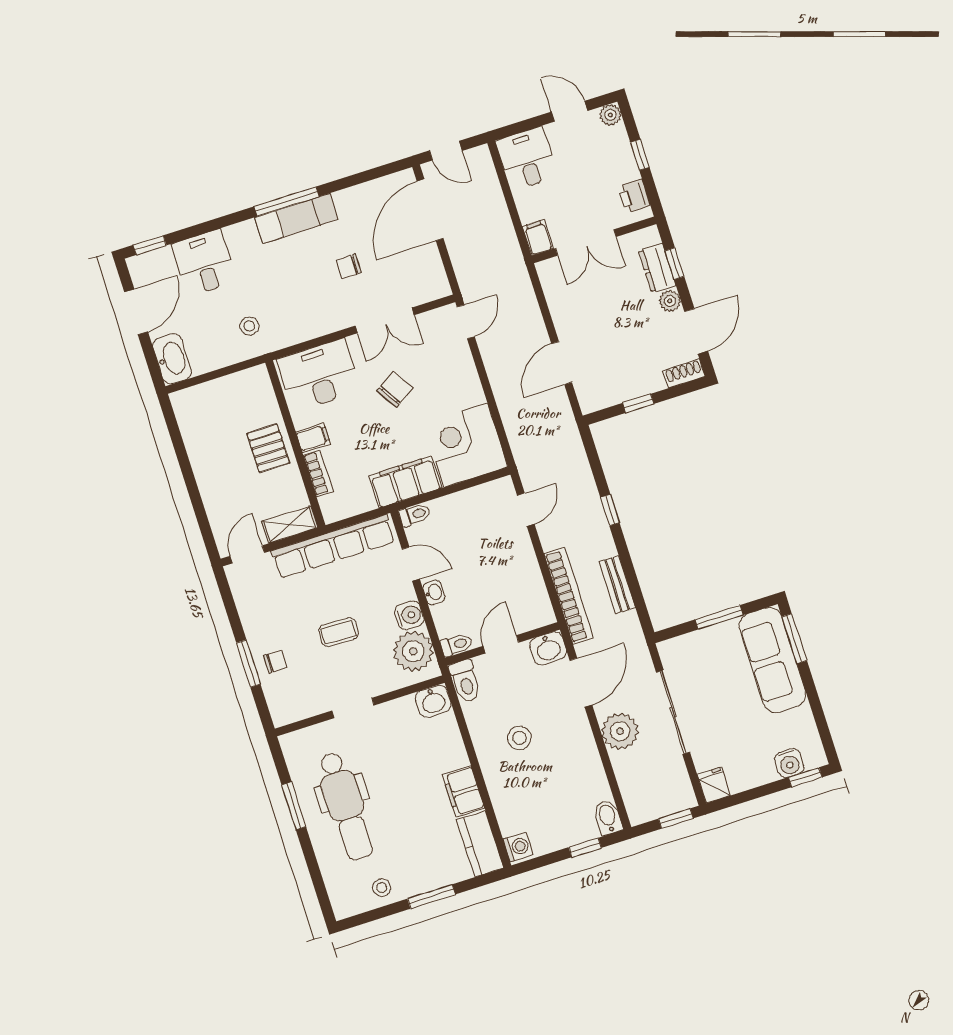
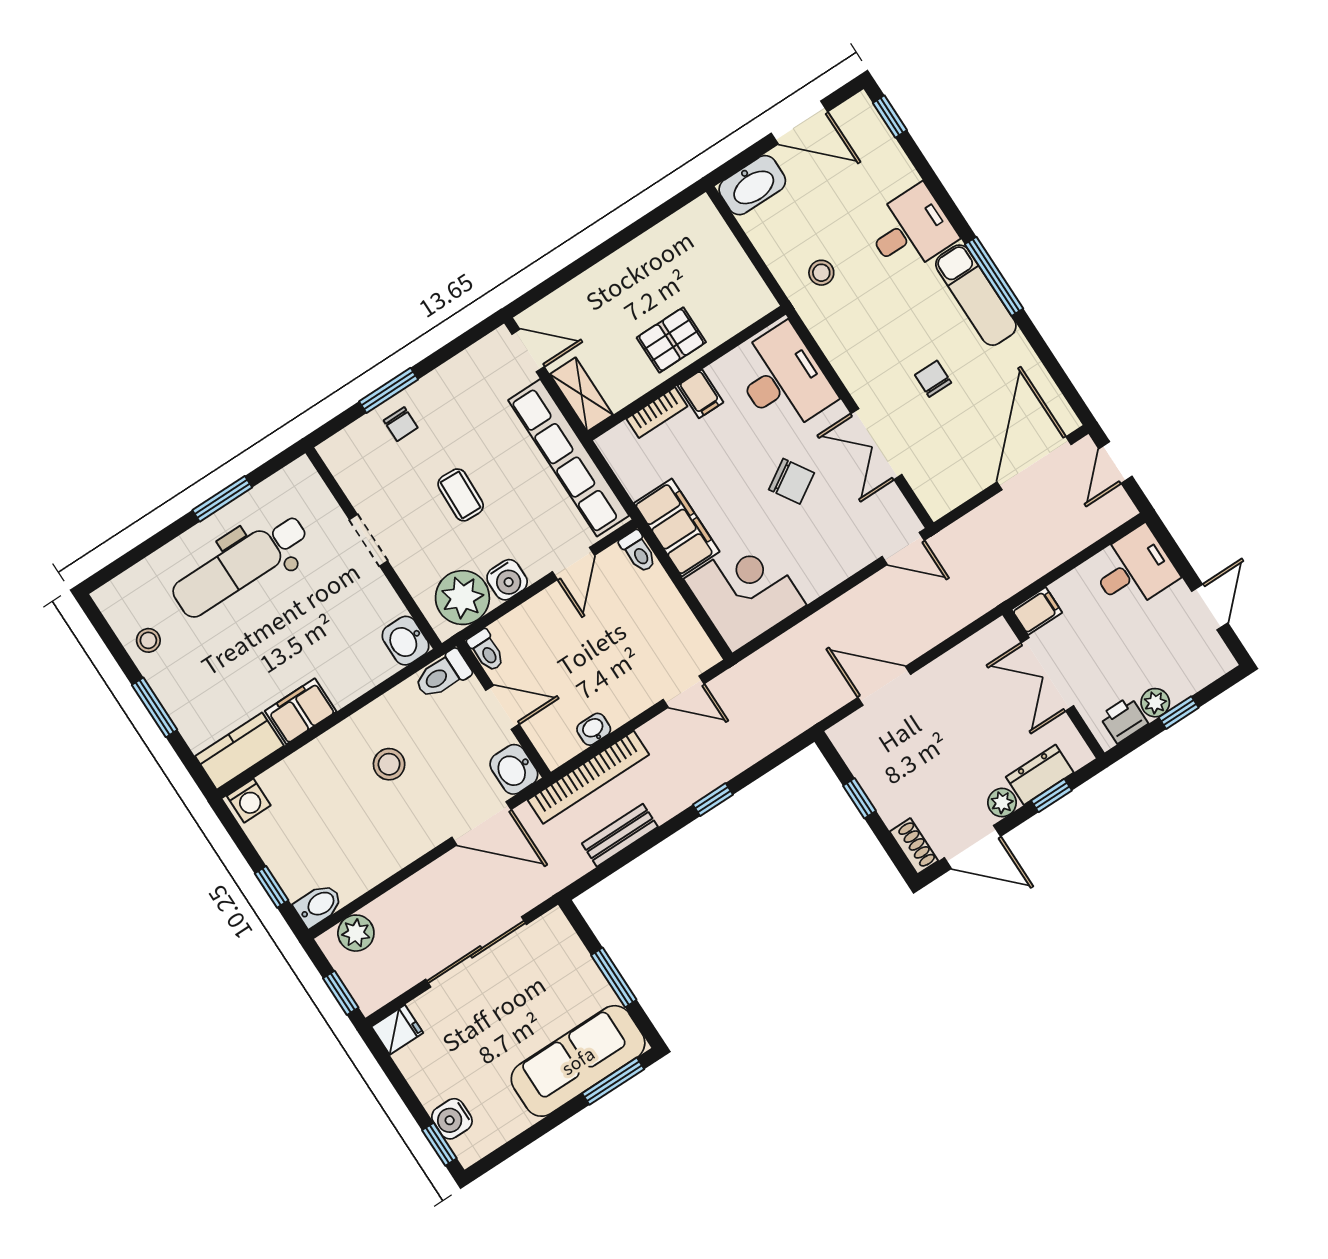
plant: (610, 115) -> (1155, 703), moved
door: (430, 210) -> (1034, 463), hinge flipped
desk: (204, 263) -> (911, 230), moved
washbasin: (434, 592) -> (594, 729), moved, turned 180
plant: (620, 731) -> (356, 933), moved, width x0.73, depth x0.73

